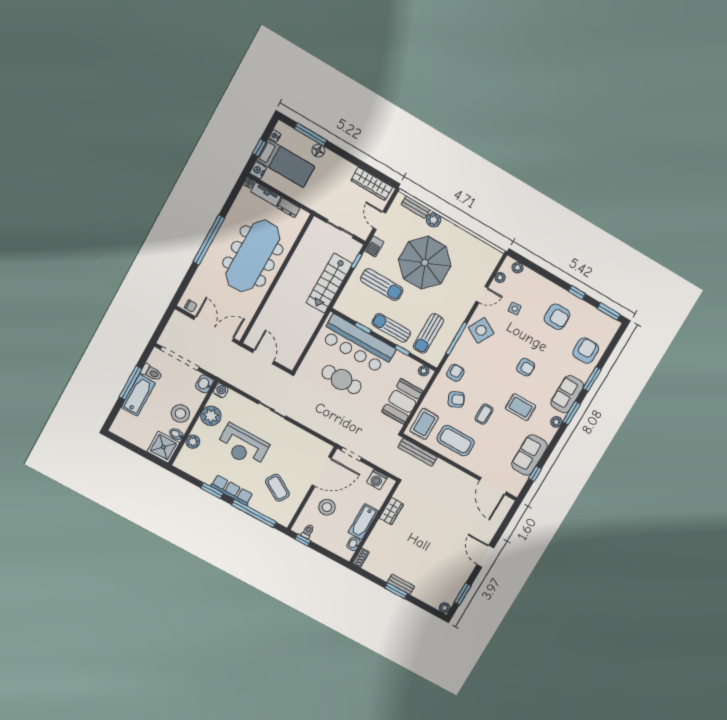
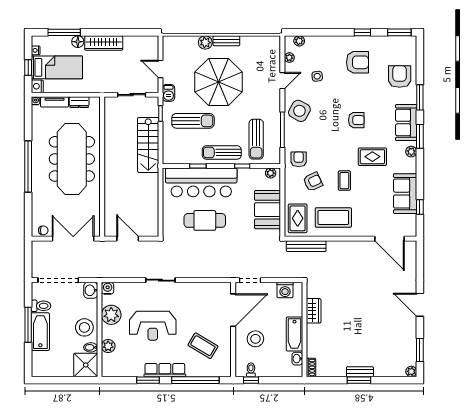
wardrobe: (372, 184) -> (104, 43), moved
bench: (415, 207) -> (226, 41), moved

